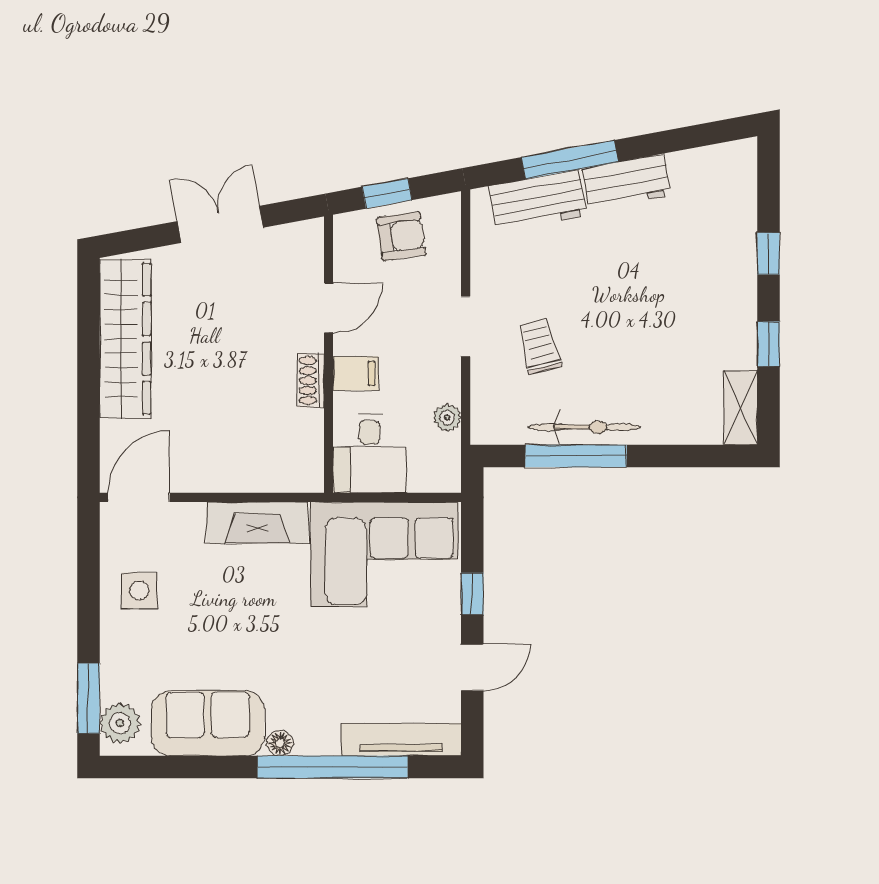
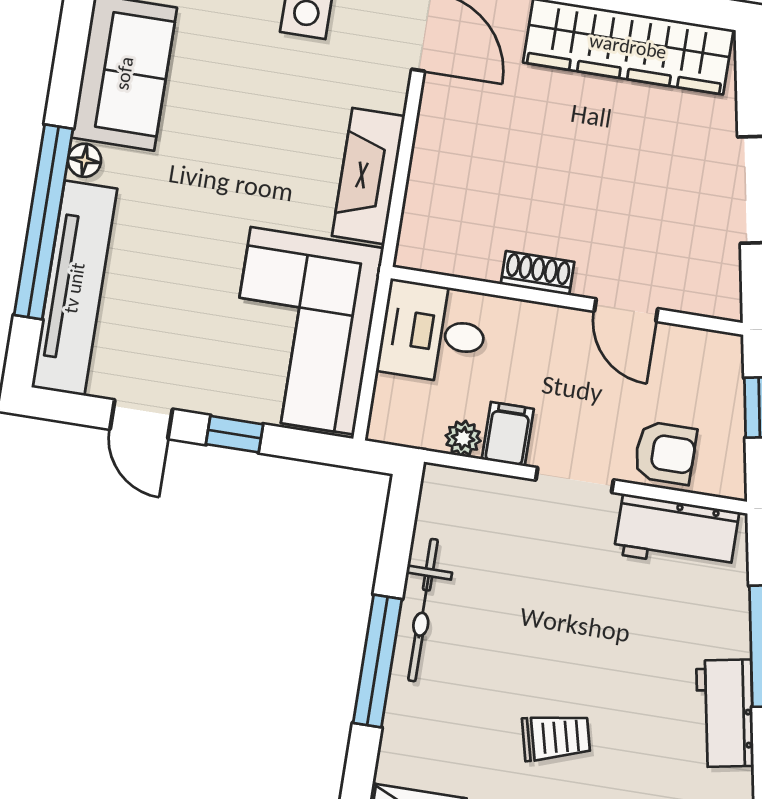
workbench: (538, 201) -> (676, 533), moved, turned -80
armchair: (401, 236) -> (665, 453), moved, turned -82
trolley: (539, 346) -> (556, 737), moved
filing cabinet: (356, 373) -> (508, 434), moved, turned 180
window: (576, 456) -> (377, 661), moved
tv unit: (401, 740) -> (74, 288), width x1.36, depth x1.29

